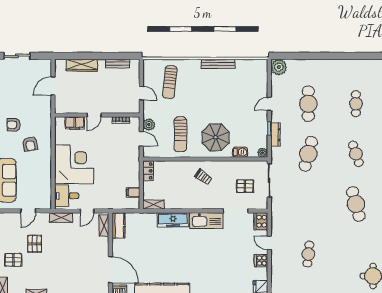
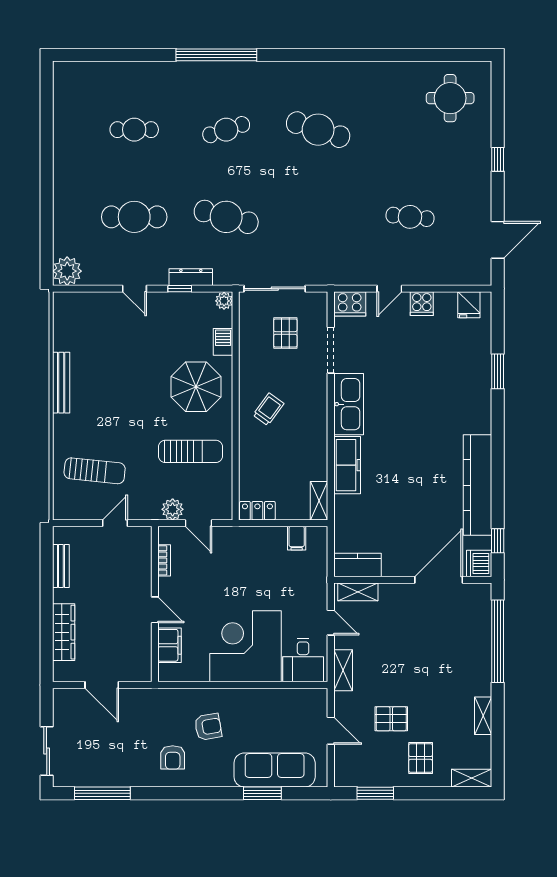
door: (141, 139) -> (199, 523), swing flipped
cafe table: (356, 204) -> (318, 130), turned 33

